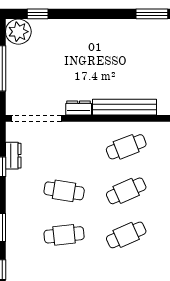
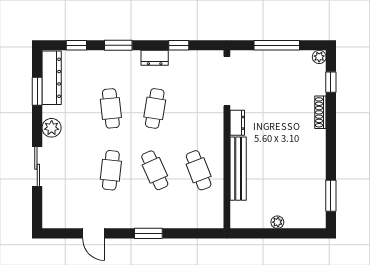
shoe rack: (68, 25) -> (320, 112), added
plant: (18, 32) -> (319, 57), width x0.53, depth x0.53
dresser: (13, 156) -> (155, 58), moved
cafe table: (126, 235) -> (111, 170), turned 30

